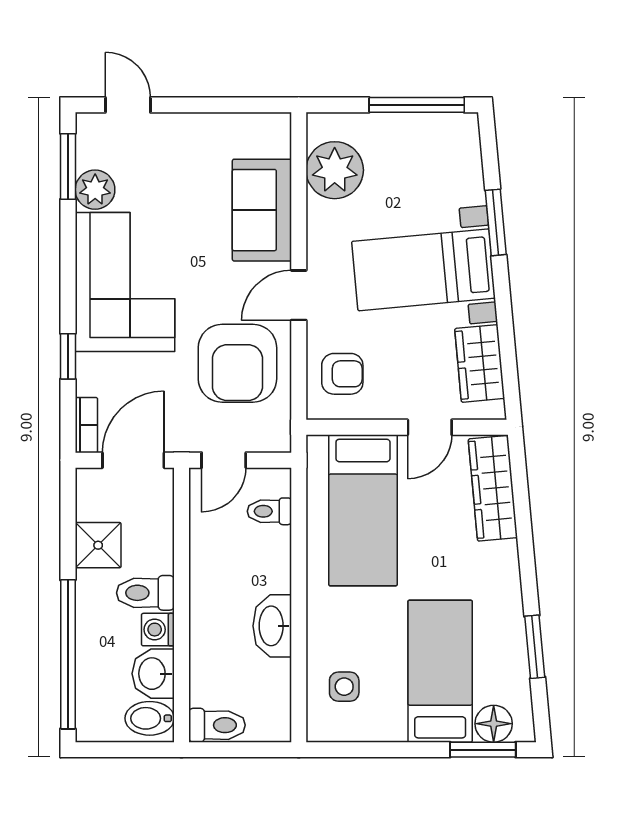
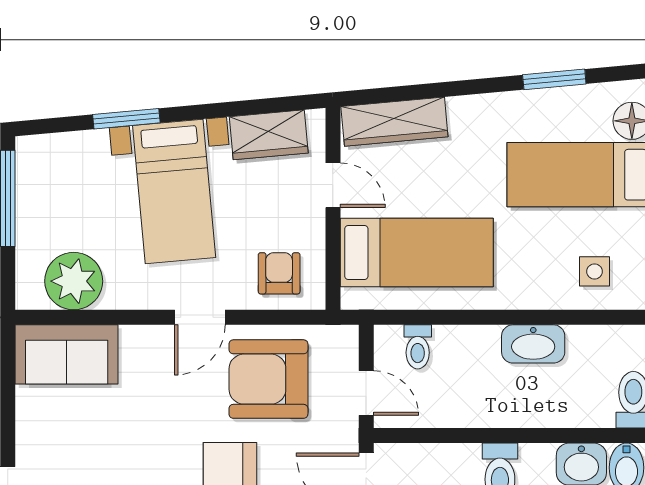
sofa: (262, 210) -> (67, 354), moved
door: (299, 295) -> (200, 317), hinge flipped
armchair: (237, 363) -> (268, 379), turned 180
washing machine: (158, 630) -> (537, 459), removed

